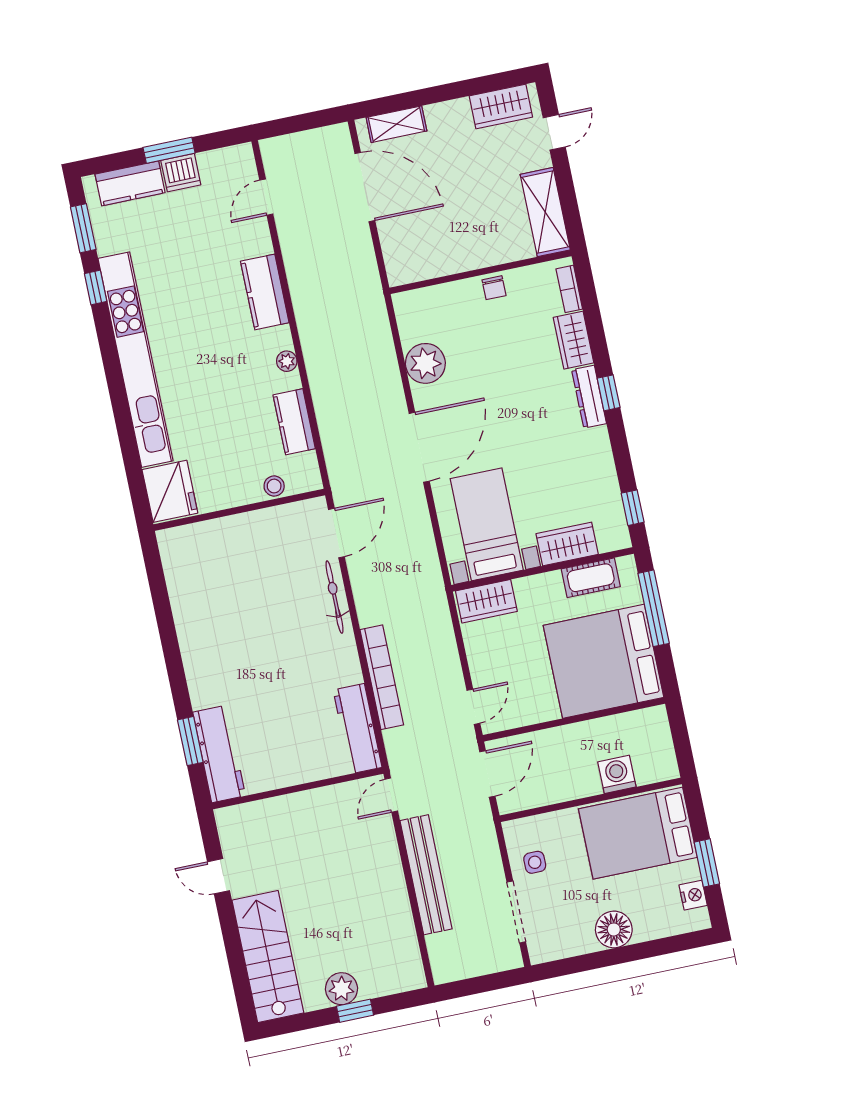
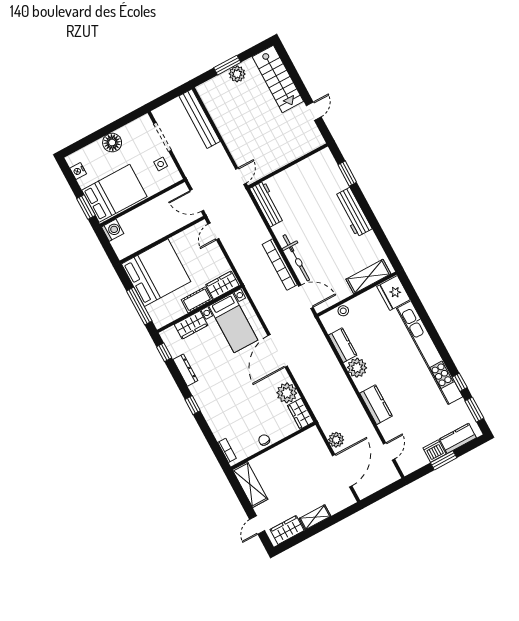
shelving: (396, 124) -> (315, 517), moved
door: (365, 187) -> (342, 471), swing flipped
plant: (359, 248) -> (336, 440), added
wardrobe: (574, 340) -> (301, 414), moved, turned 180
plant: (287, 361) -> (357, 368), width x1.87, depth x1.87
dresser: (589, 397) -> (185, 370), moved
door: (336, 533) -> (306, 297), swing flipped
shelving: (208, 536) -> (368, 276), added
cot: (591, 578) -> (197, 300), moved
bicycle: (334, 597) -> (296, 258), width x1.37, depth x1.40
bookcase: (382, 677) -> (280, 265), moved
workbench: (219, 754) -> (353, 212), moved
door: (487, 774) -> (197, 200), hinge flipped
washing machine: (617, 774) -> (113, 230), moved, turned -90
window: (707, 863) -> (86, 207), moved
bench: (426, 875) -> (200, 119), moved
door: (219, 876) -> (314, 111), hinge flipped
window: (355, 1011) -> (227, 65), width x1.50

